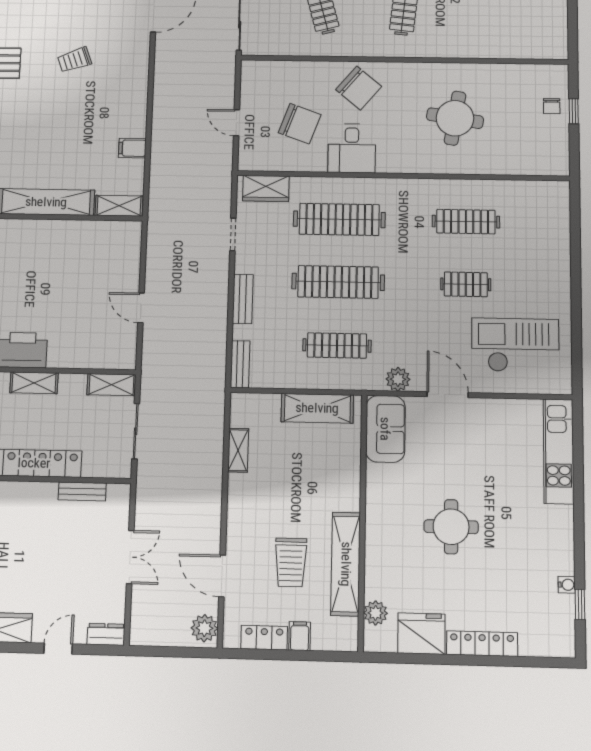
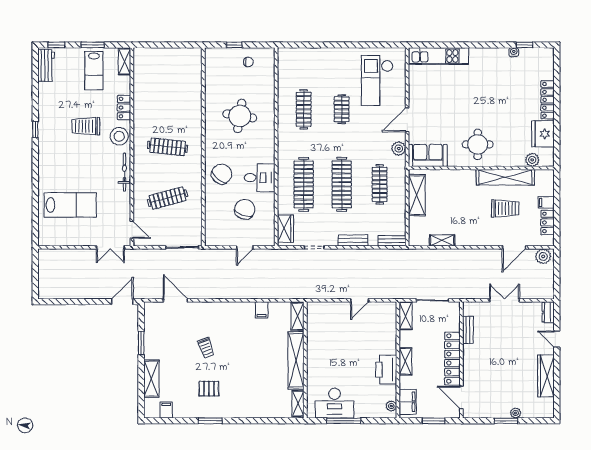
chair: (552, 106) -> (248, 62), moved
round table: (451, 527) -> (478, 144), moved

